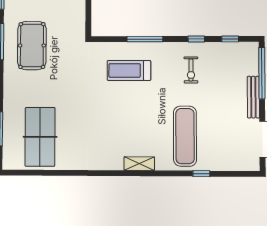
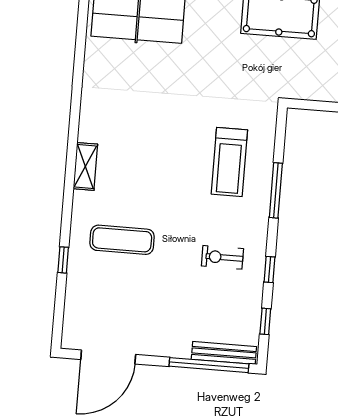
treadmill: (129, 70) -> (229, 162), turned 180
bench: (253, 97) -> (224, 353), moved
exercise mat: (185, 136) -> (122, 240), width x0.73, depth x0.69

